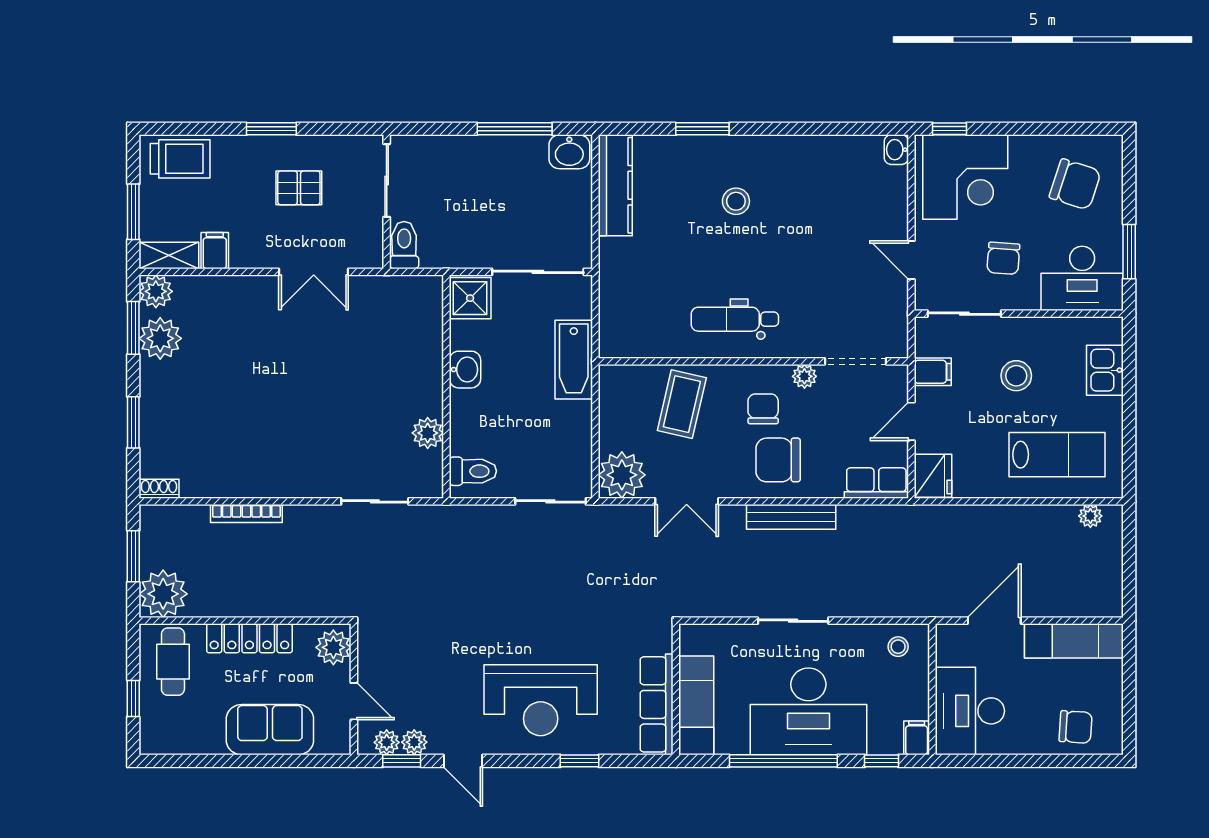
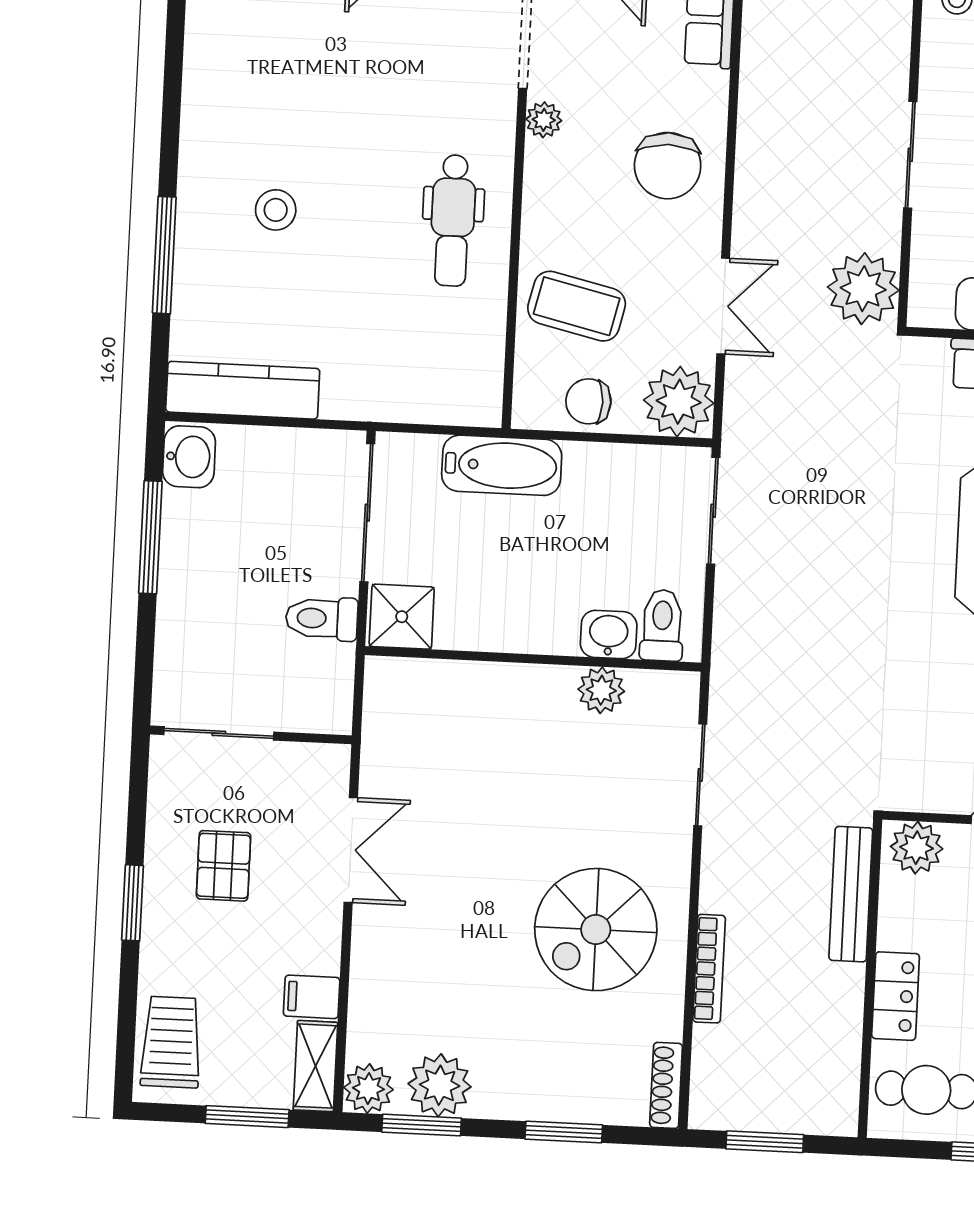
window: (702, 129) -> (164, 255), width x1.44
toilet: (404, 245) -> (322, 618), moved
washbasin: (465, 370) -> (609, 634), moved
chair: (763, 409) -> (588, 401), moved
spiral stairs: (269, 437) -> (596, 930), added
shoe rack: (159, 489) -> (666, 1085), width x1.43
bench: (791, 517) -> (851, 894), moved
plant: (163, 594) -> (863, 289), moved
locker: (249, 638) -> (896, 996), width x0.66

